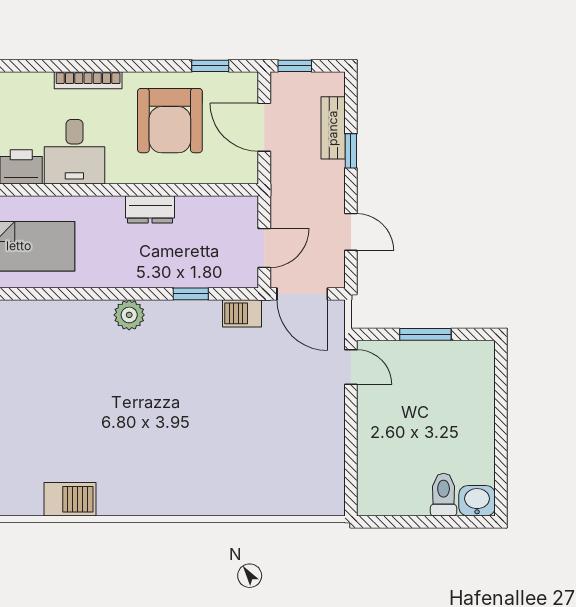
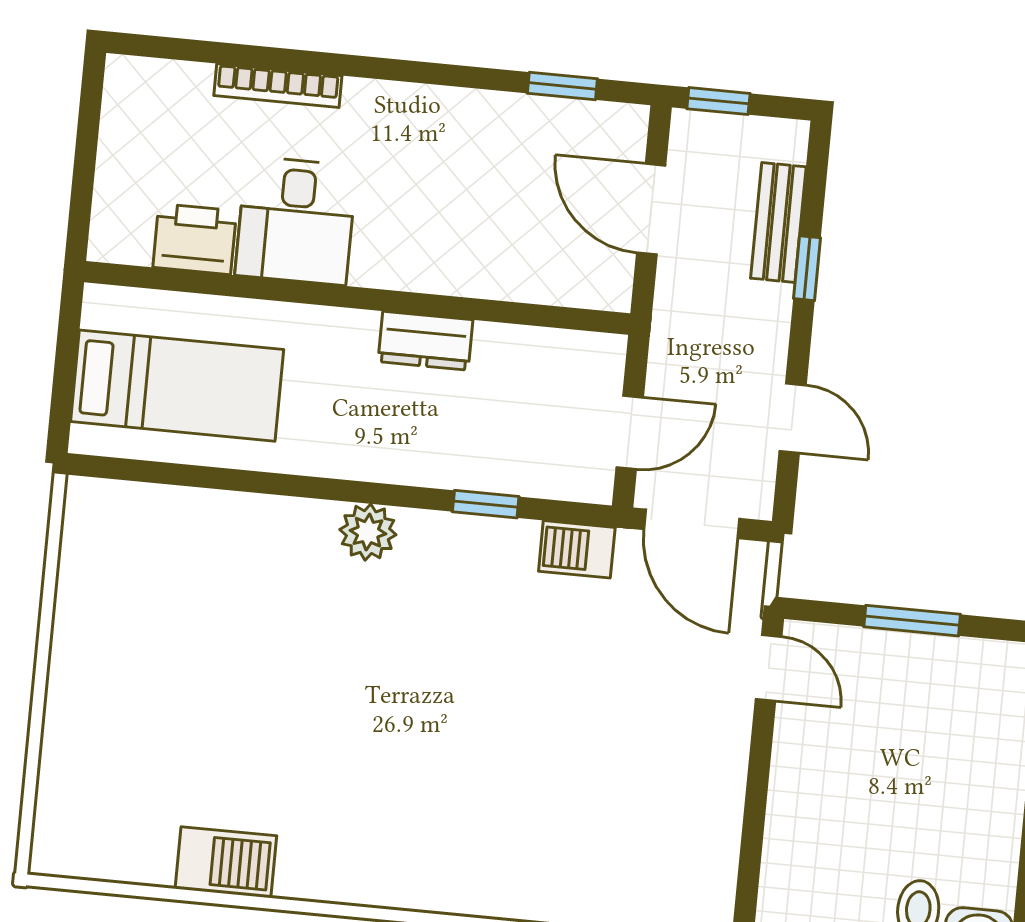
bookcase: (88, 80) -> (278, 86), moved
armchair: (170, 121) -> (478, 180), removed

